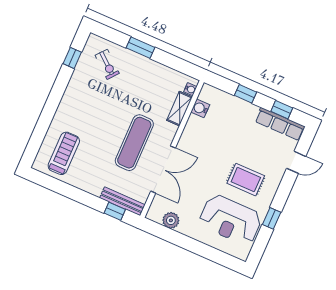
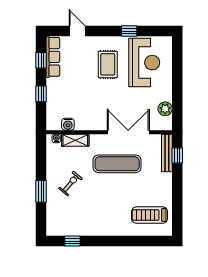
exercise bike: (107, 64) -> (71, 183), moved

